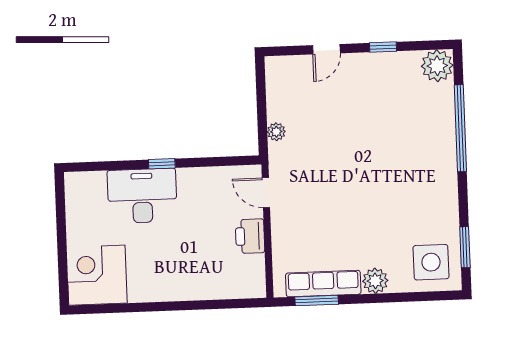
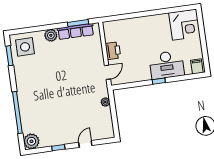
filing cabinet: (80, 186) -> (197, 66), added
door: (266, 193) -> (107, 72), hinge flipped

